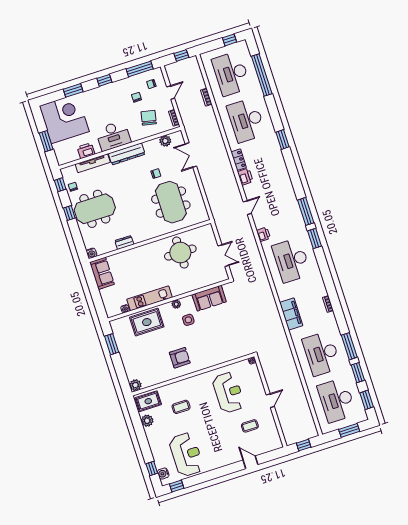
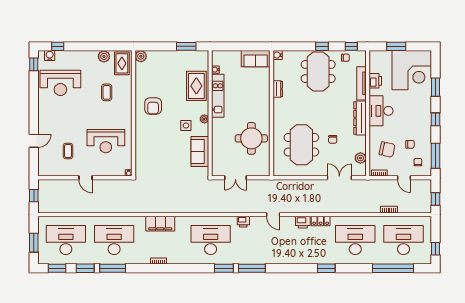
meeting table: (171, 202) -> (301, 145), turned 90

